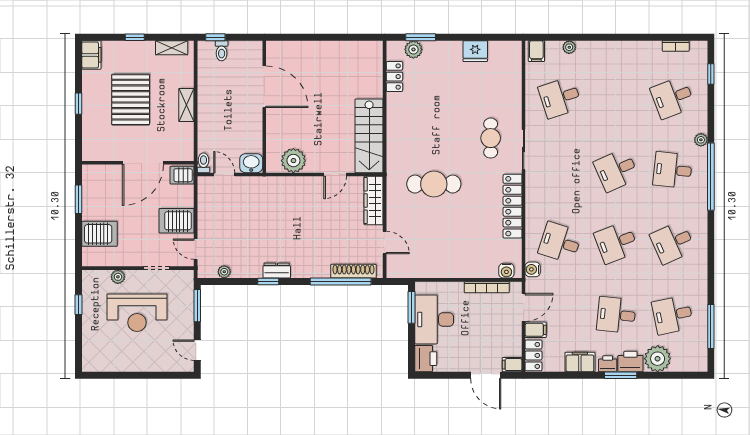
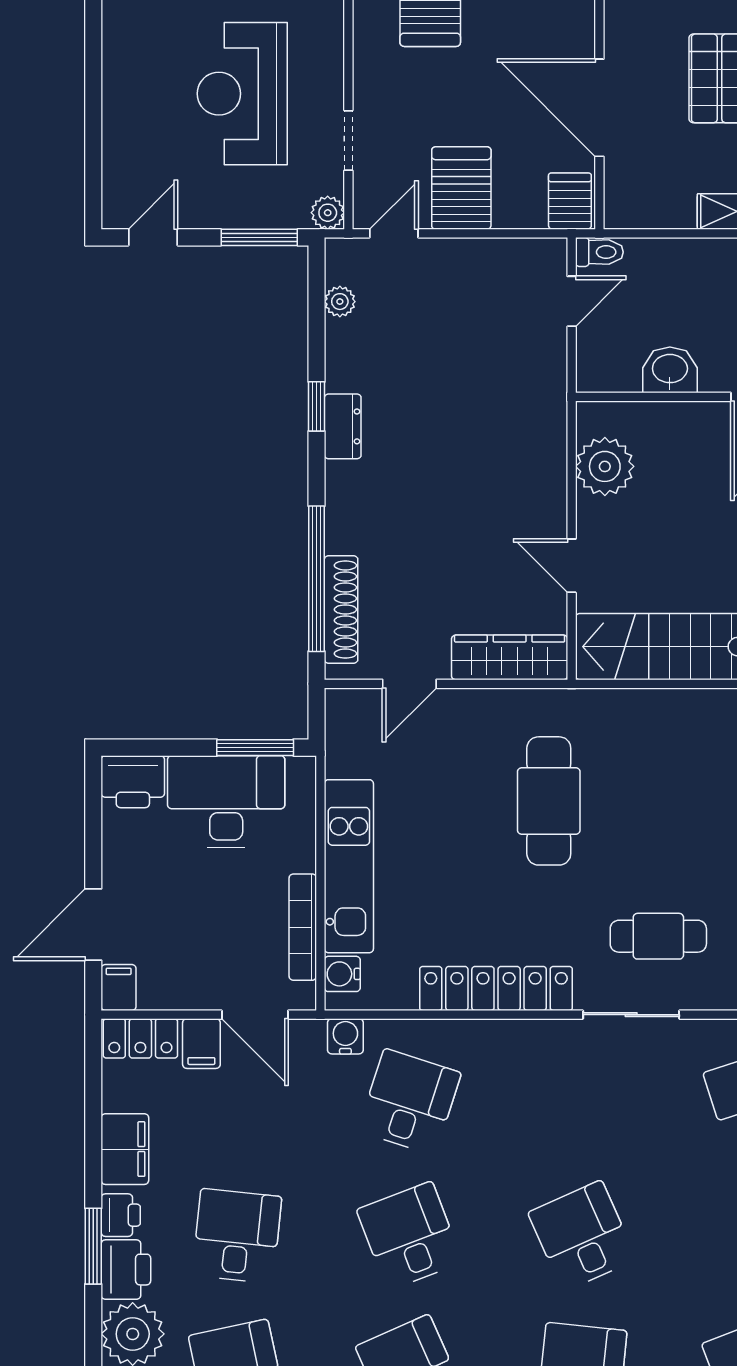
washbasin: (251, 163) -> (670, 370), moved, turned -90
kitchen unit: (461, 268) -> (349, 866), added
plant: (118, 277) -> (328, 213), moved

